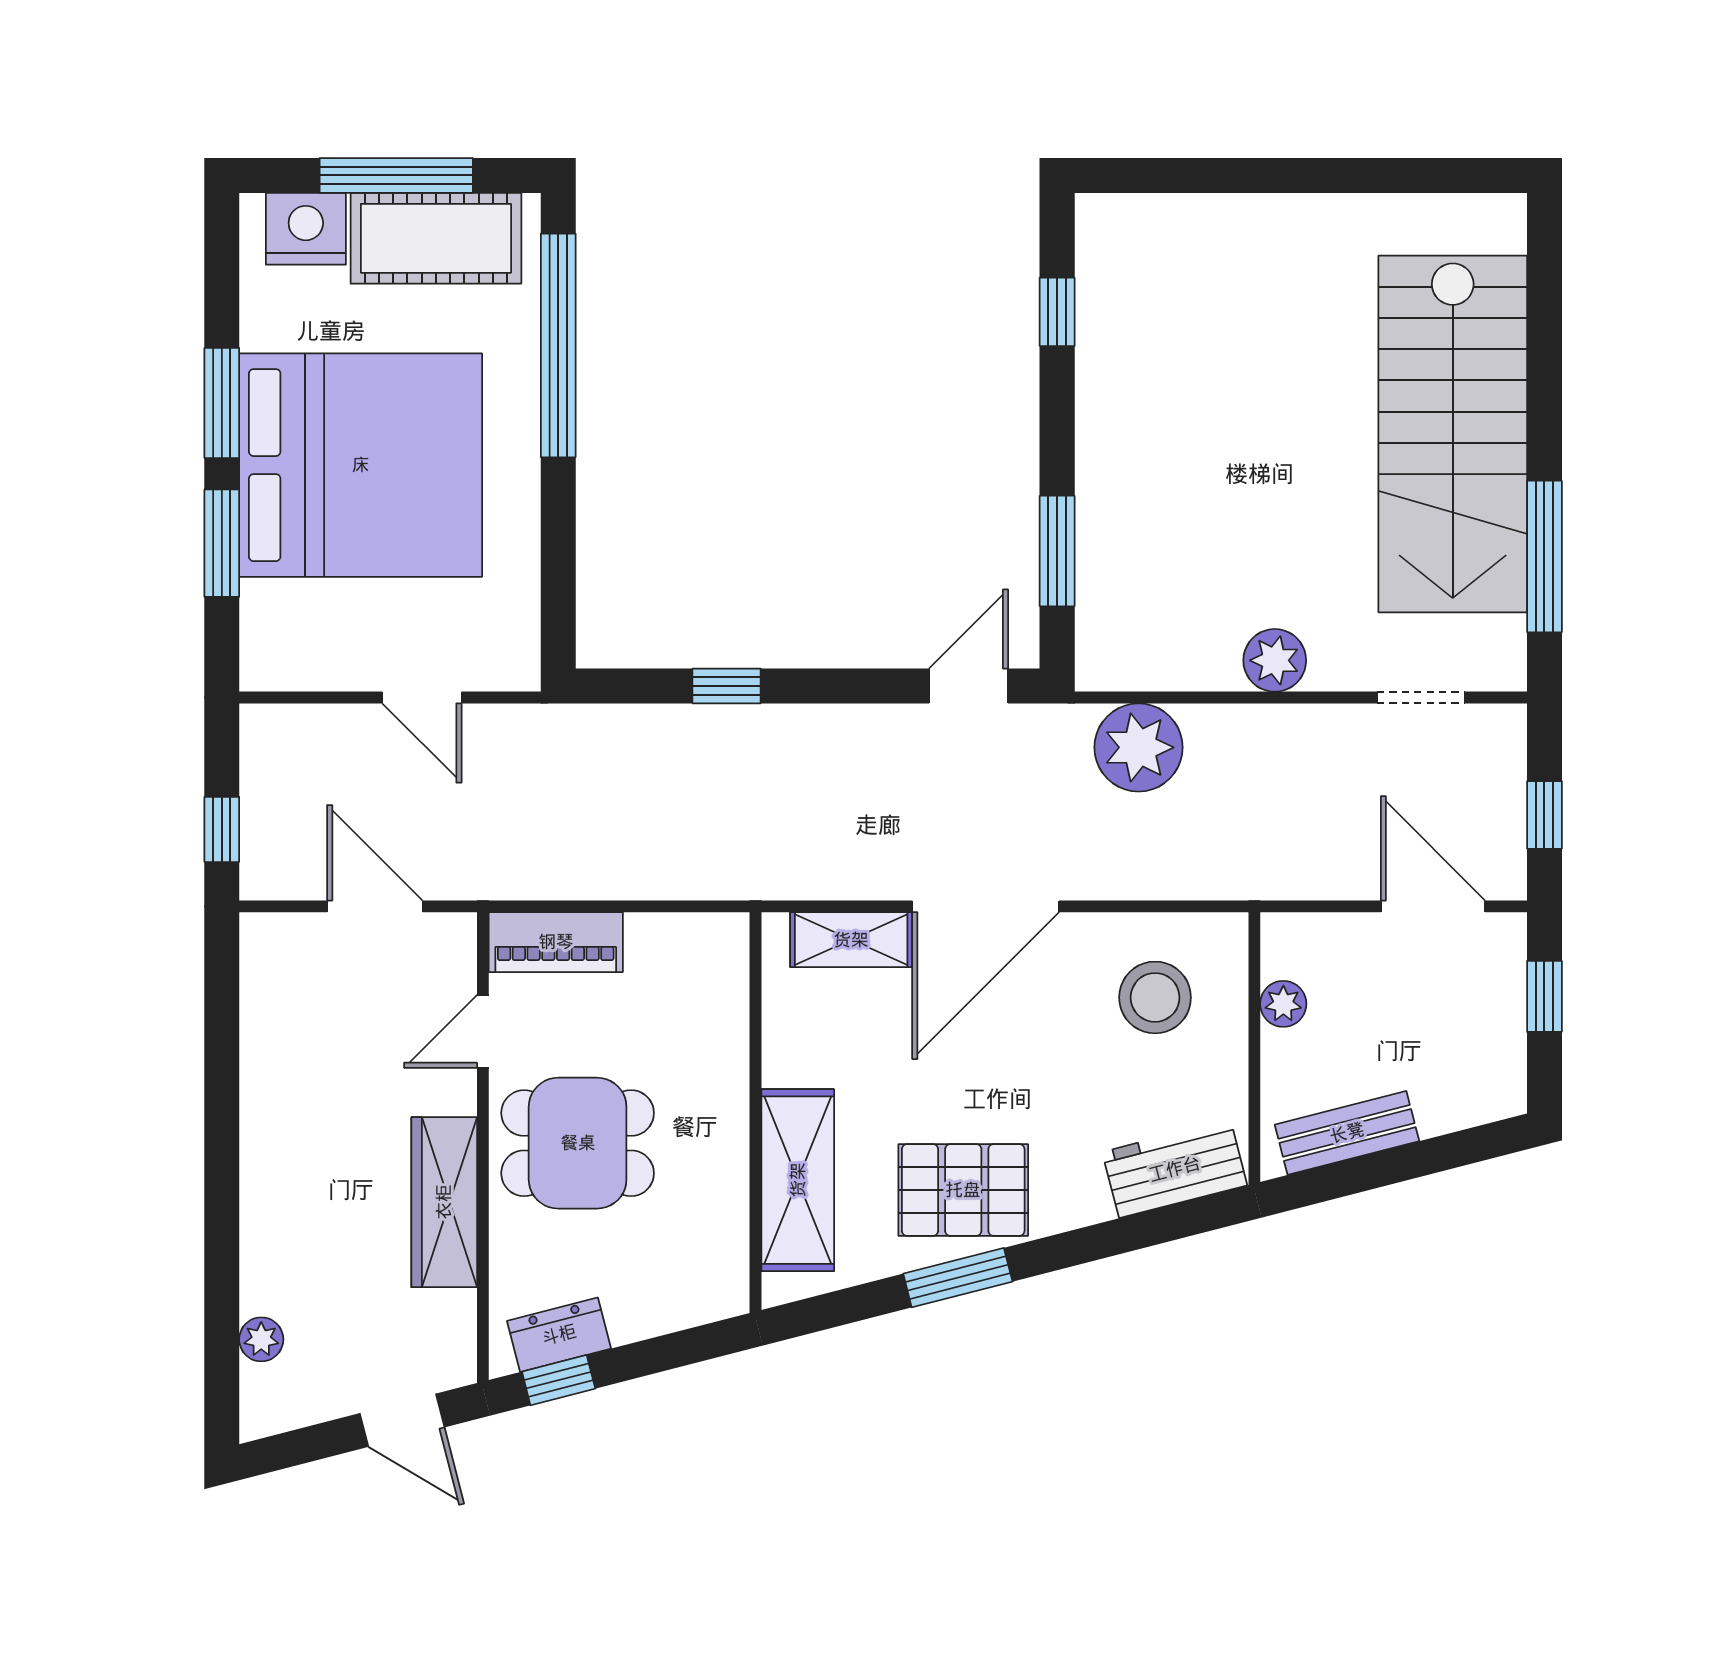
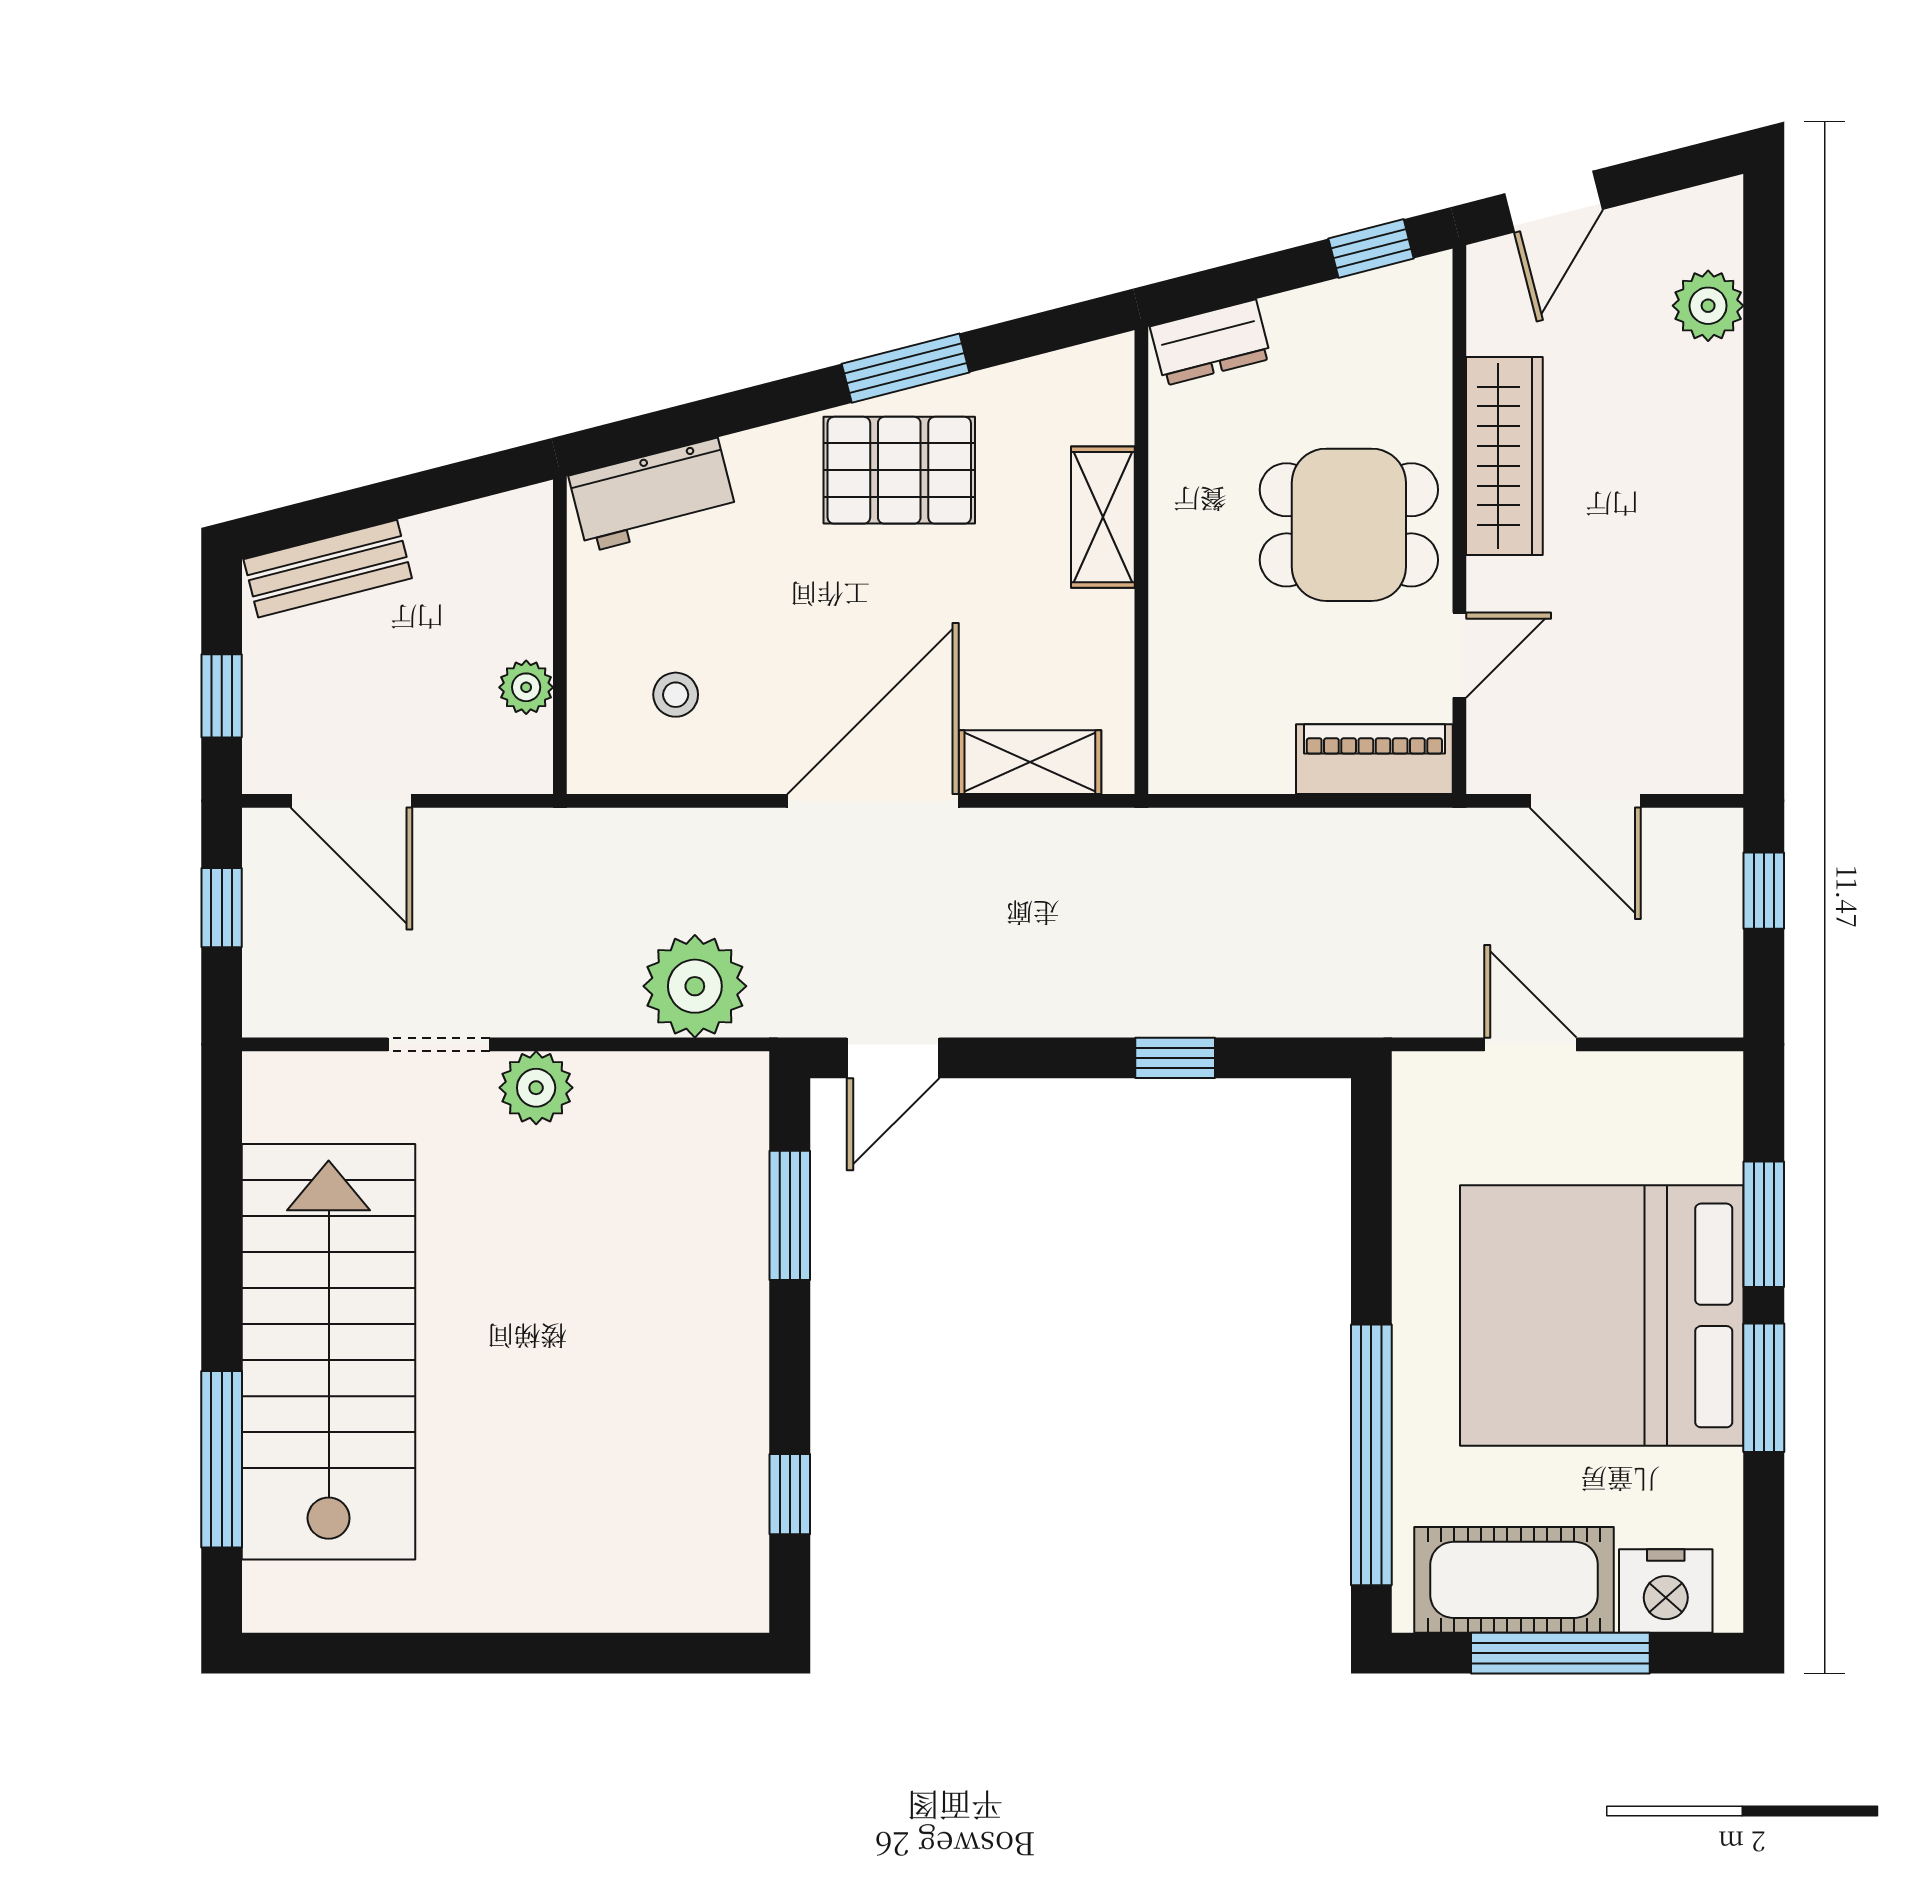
window: (1544, 556) -> (222, 1459), moved
doorway: (1421, 698) -> (439, 1044), moved
stool: (1155, 997) -> (676, 695), width x0.53, depth x0.53
bench: (1347, 1133) -> (328, 569), moved
shelving: (798, 1180) -> (1103, 517), width x0.67, depth x0.75
dresser: (559, 1335) -> (1210, 343), moved
plant: (261, 1339) -> (1708, 306), width x1.38, depth x1.38
door: (402, 1420) -> (1553, 202), swing flipped

